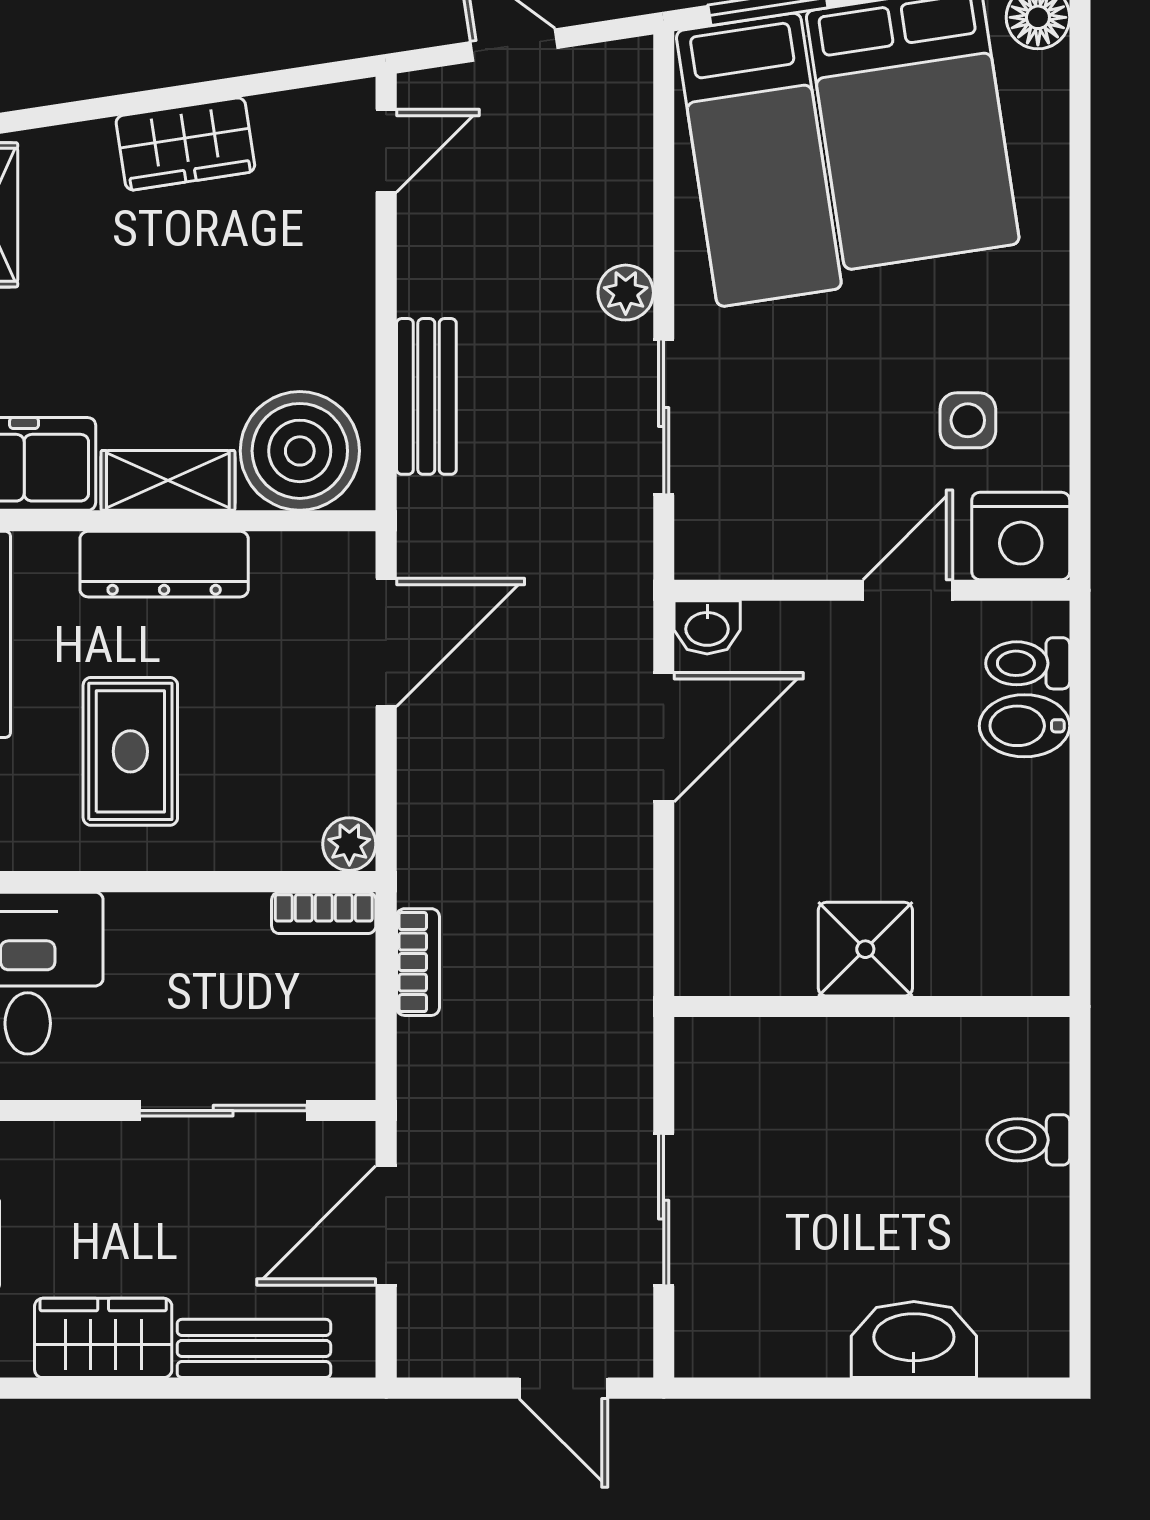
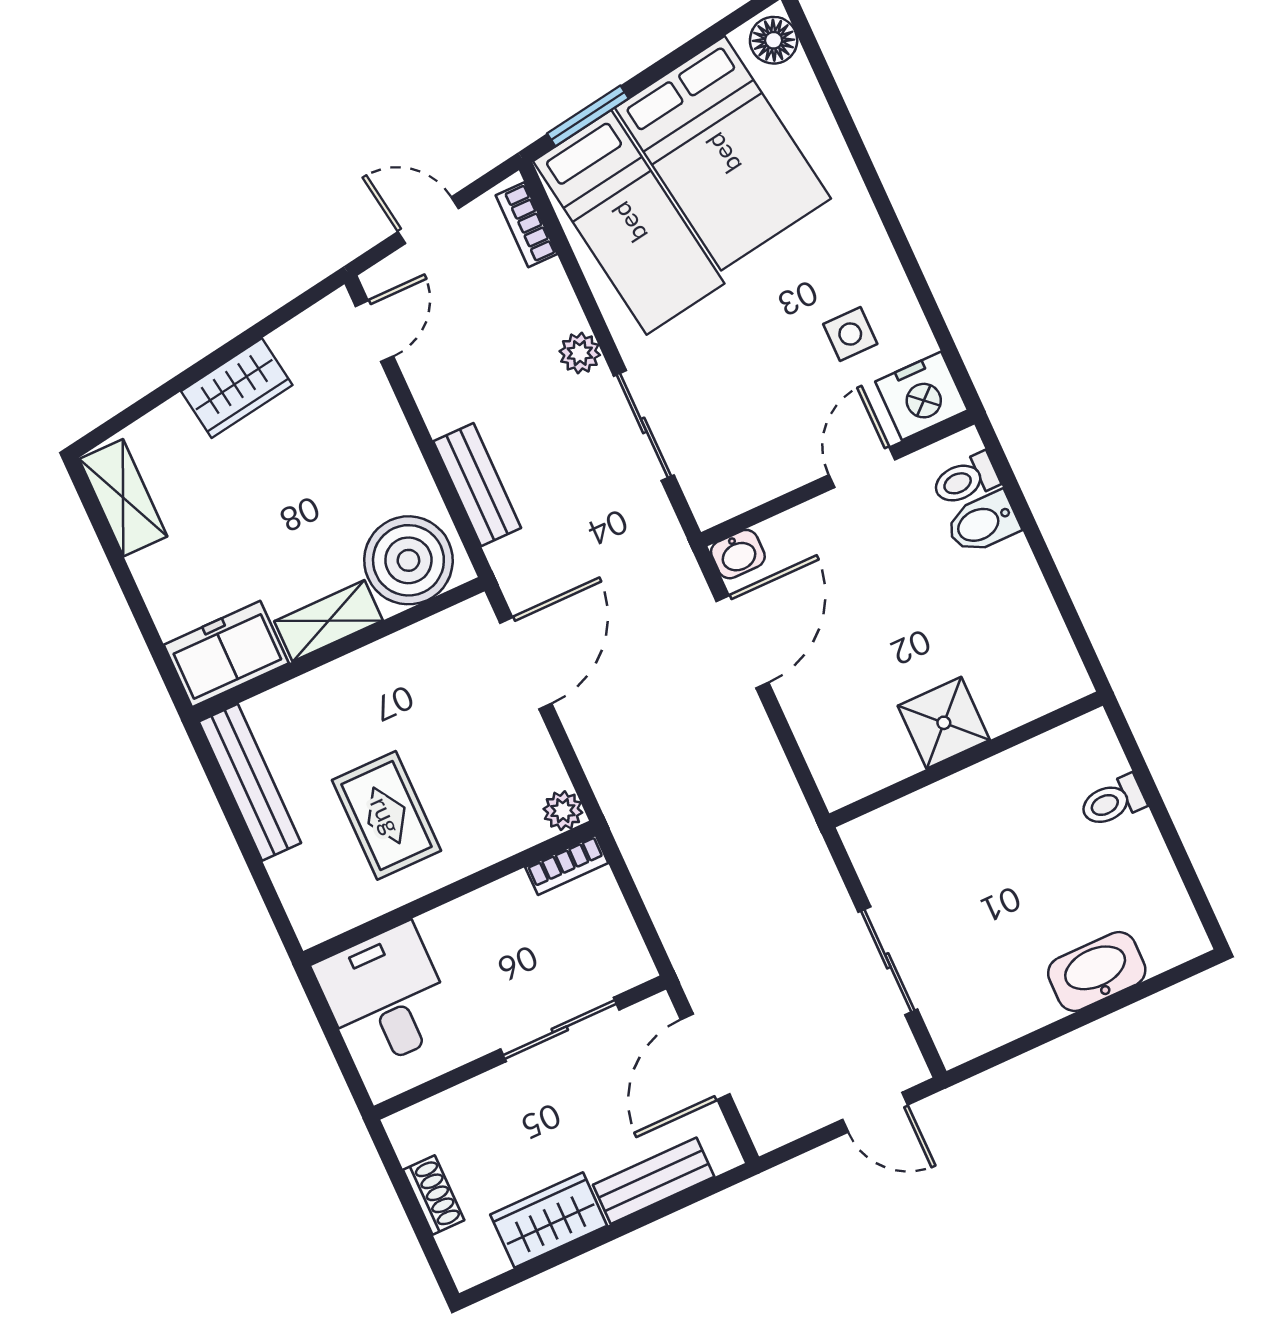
dresser: (164, 564) -> (352, 679), removed
bookcase: (418, 962) -> (526, 225), moved, turned 180

